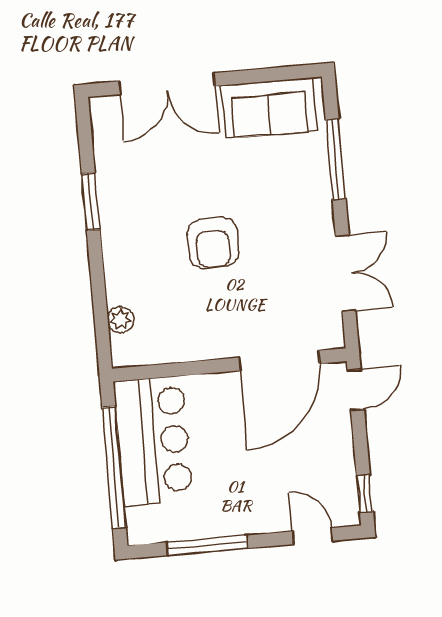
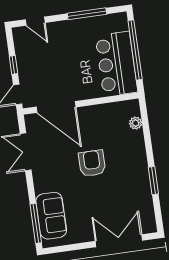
sofa: (269, 108) -> (51, 216), moved, turned 90
window: (336, 159) -> (36, 223), moved
door: (279, 361) -> (56, 107), swing flipped
window: (365, 494) -> (13, 65), moved

